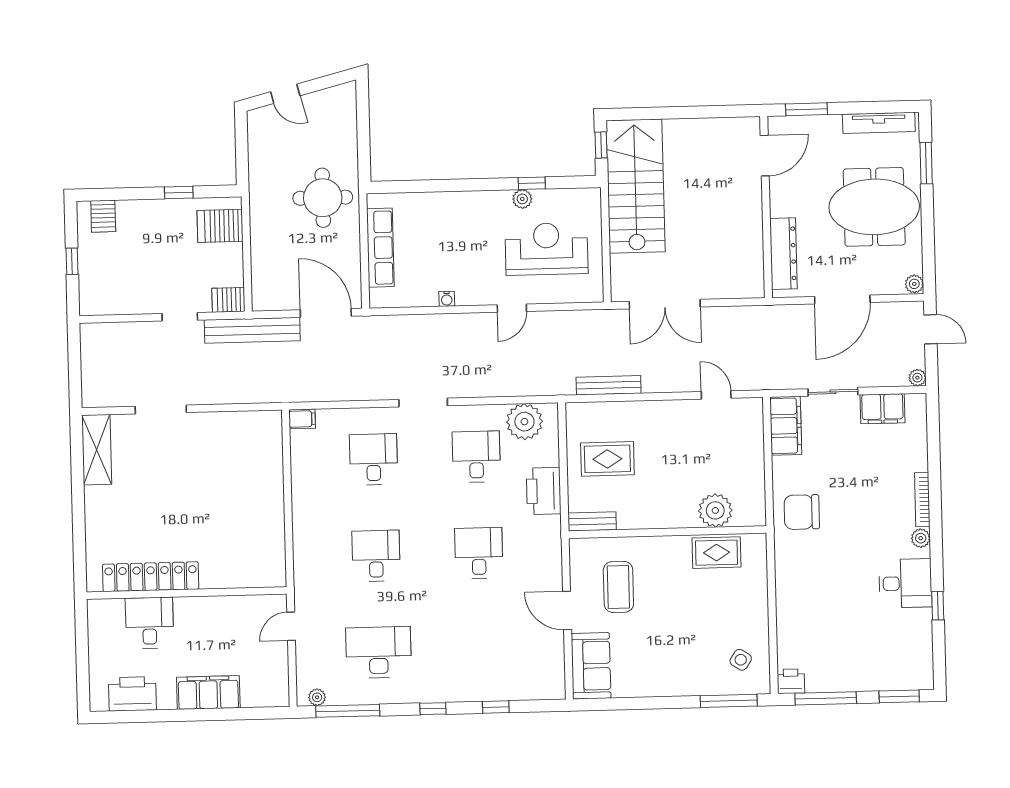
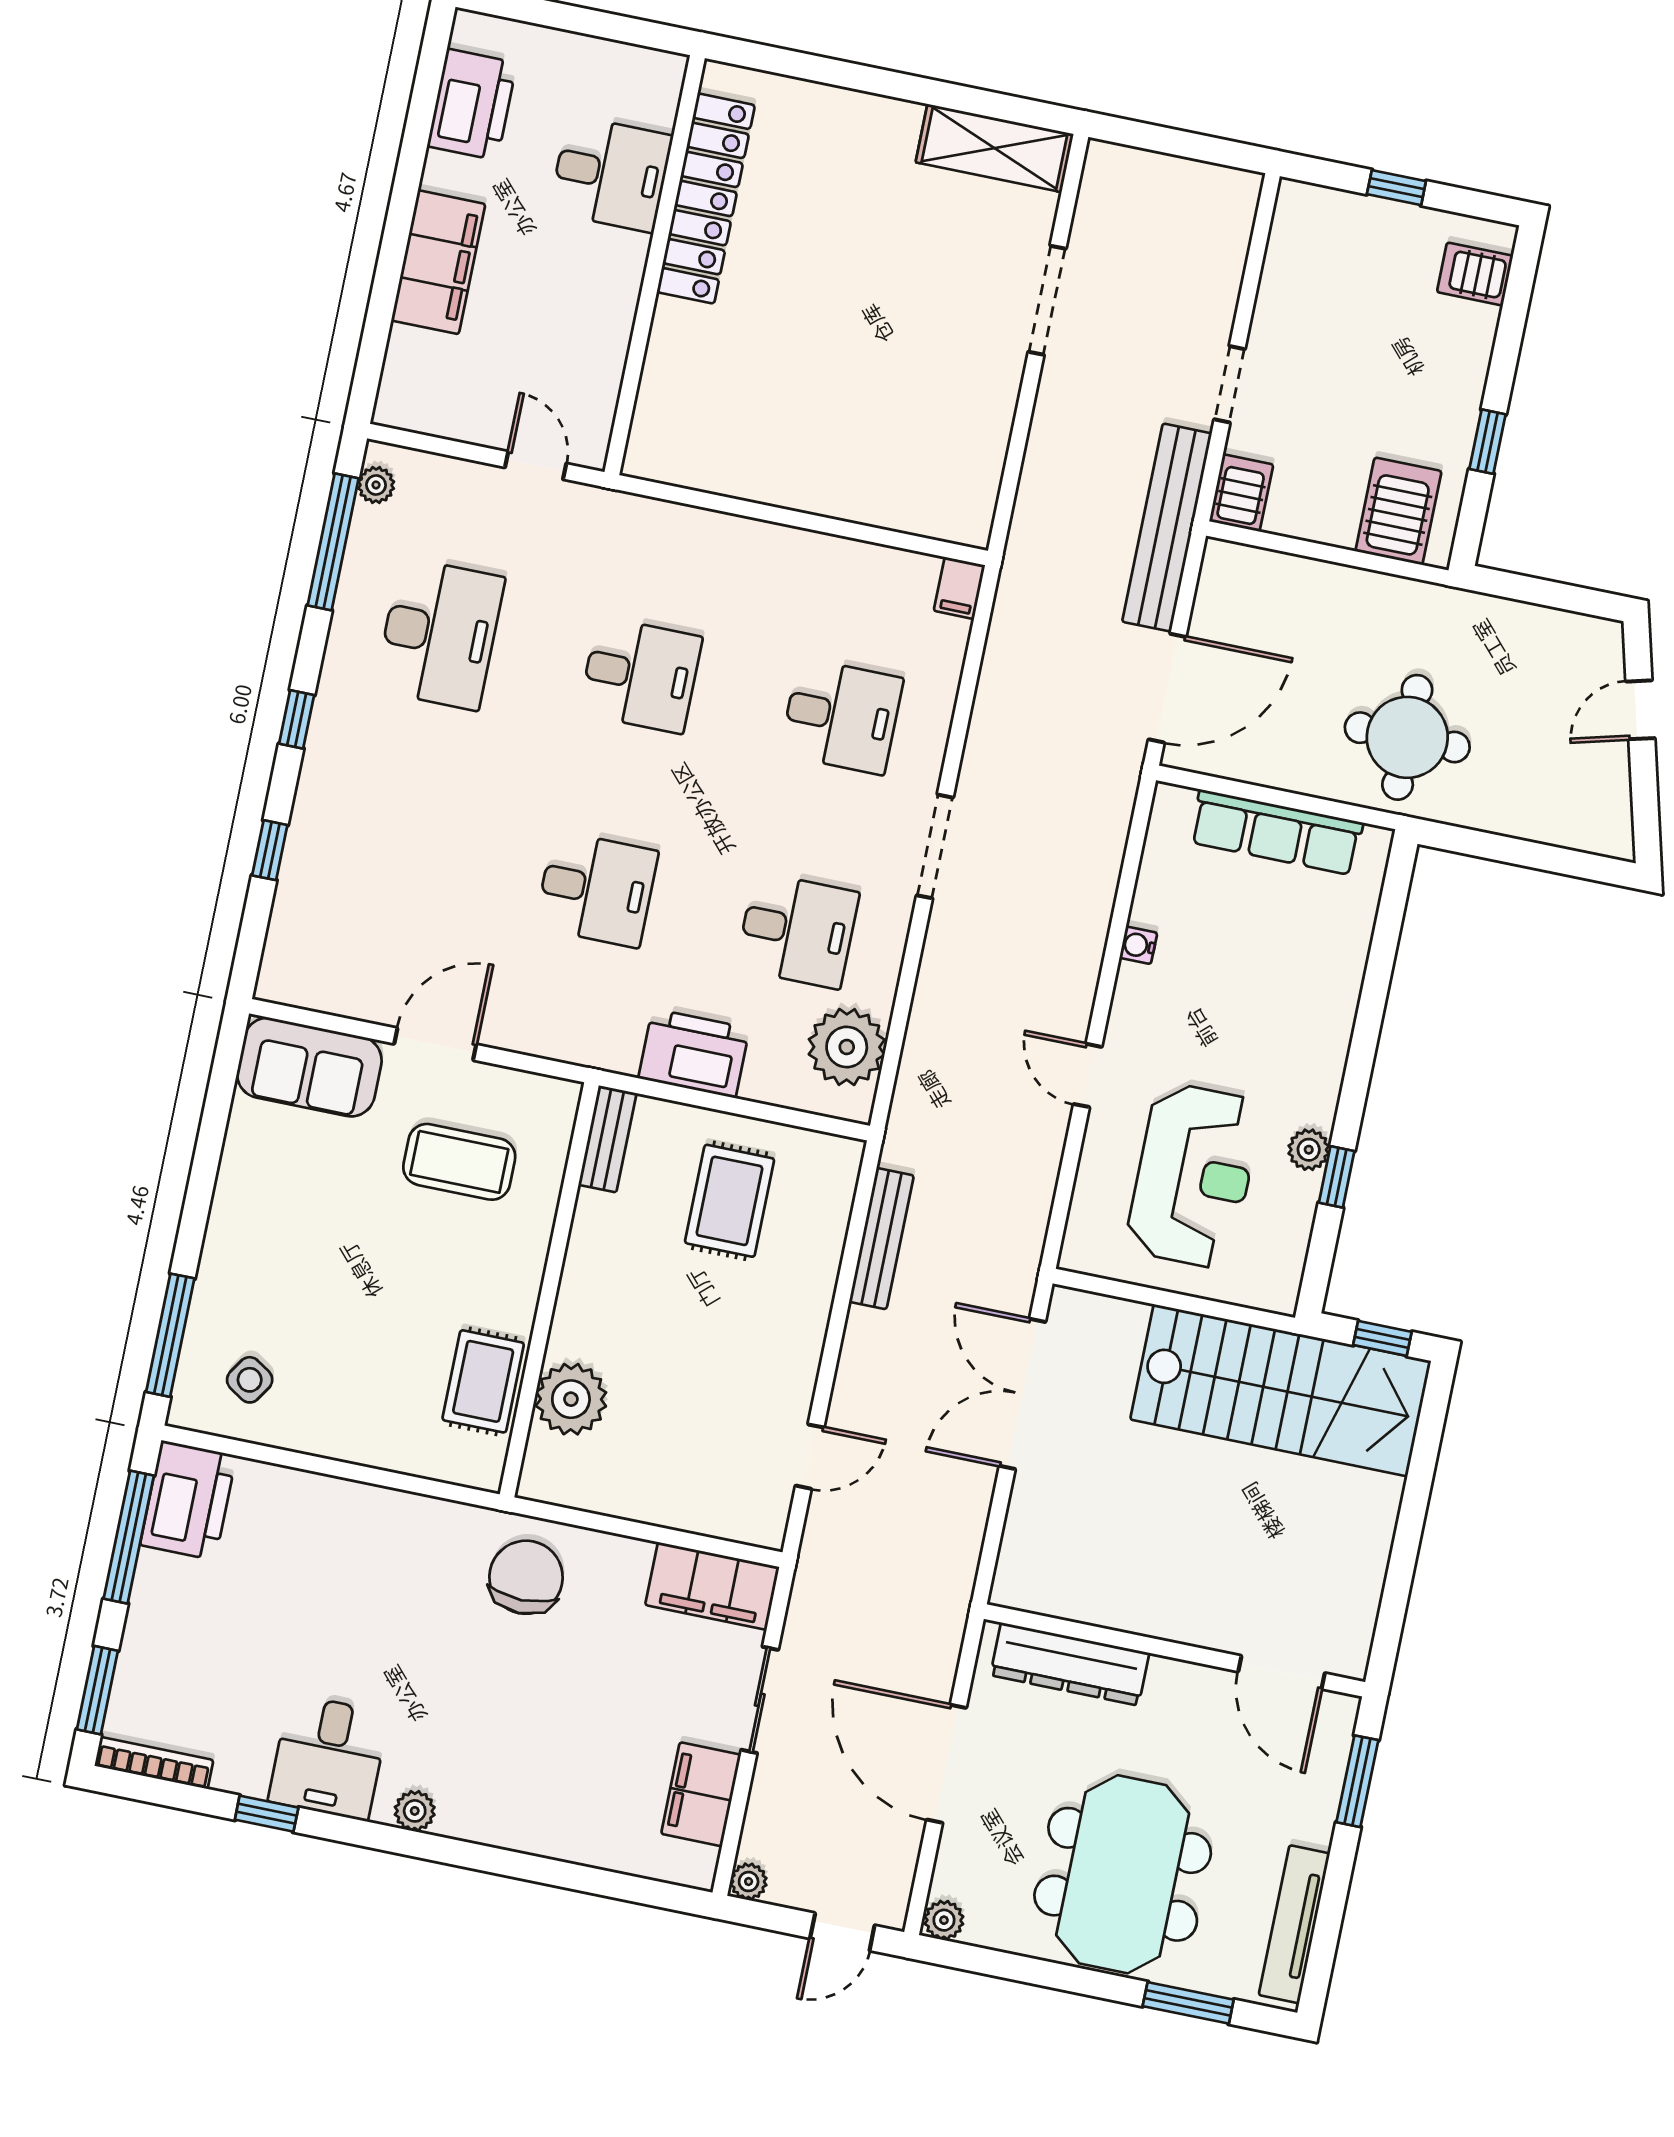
bookcase: (922, 500) -> (154, 1763), moved
printer: (791, 681) -> (188, 1500), width x1.87, depth x1.48

